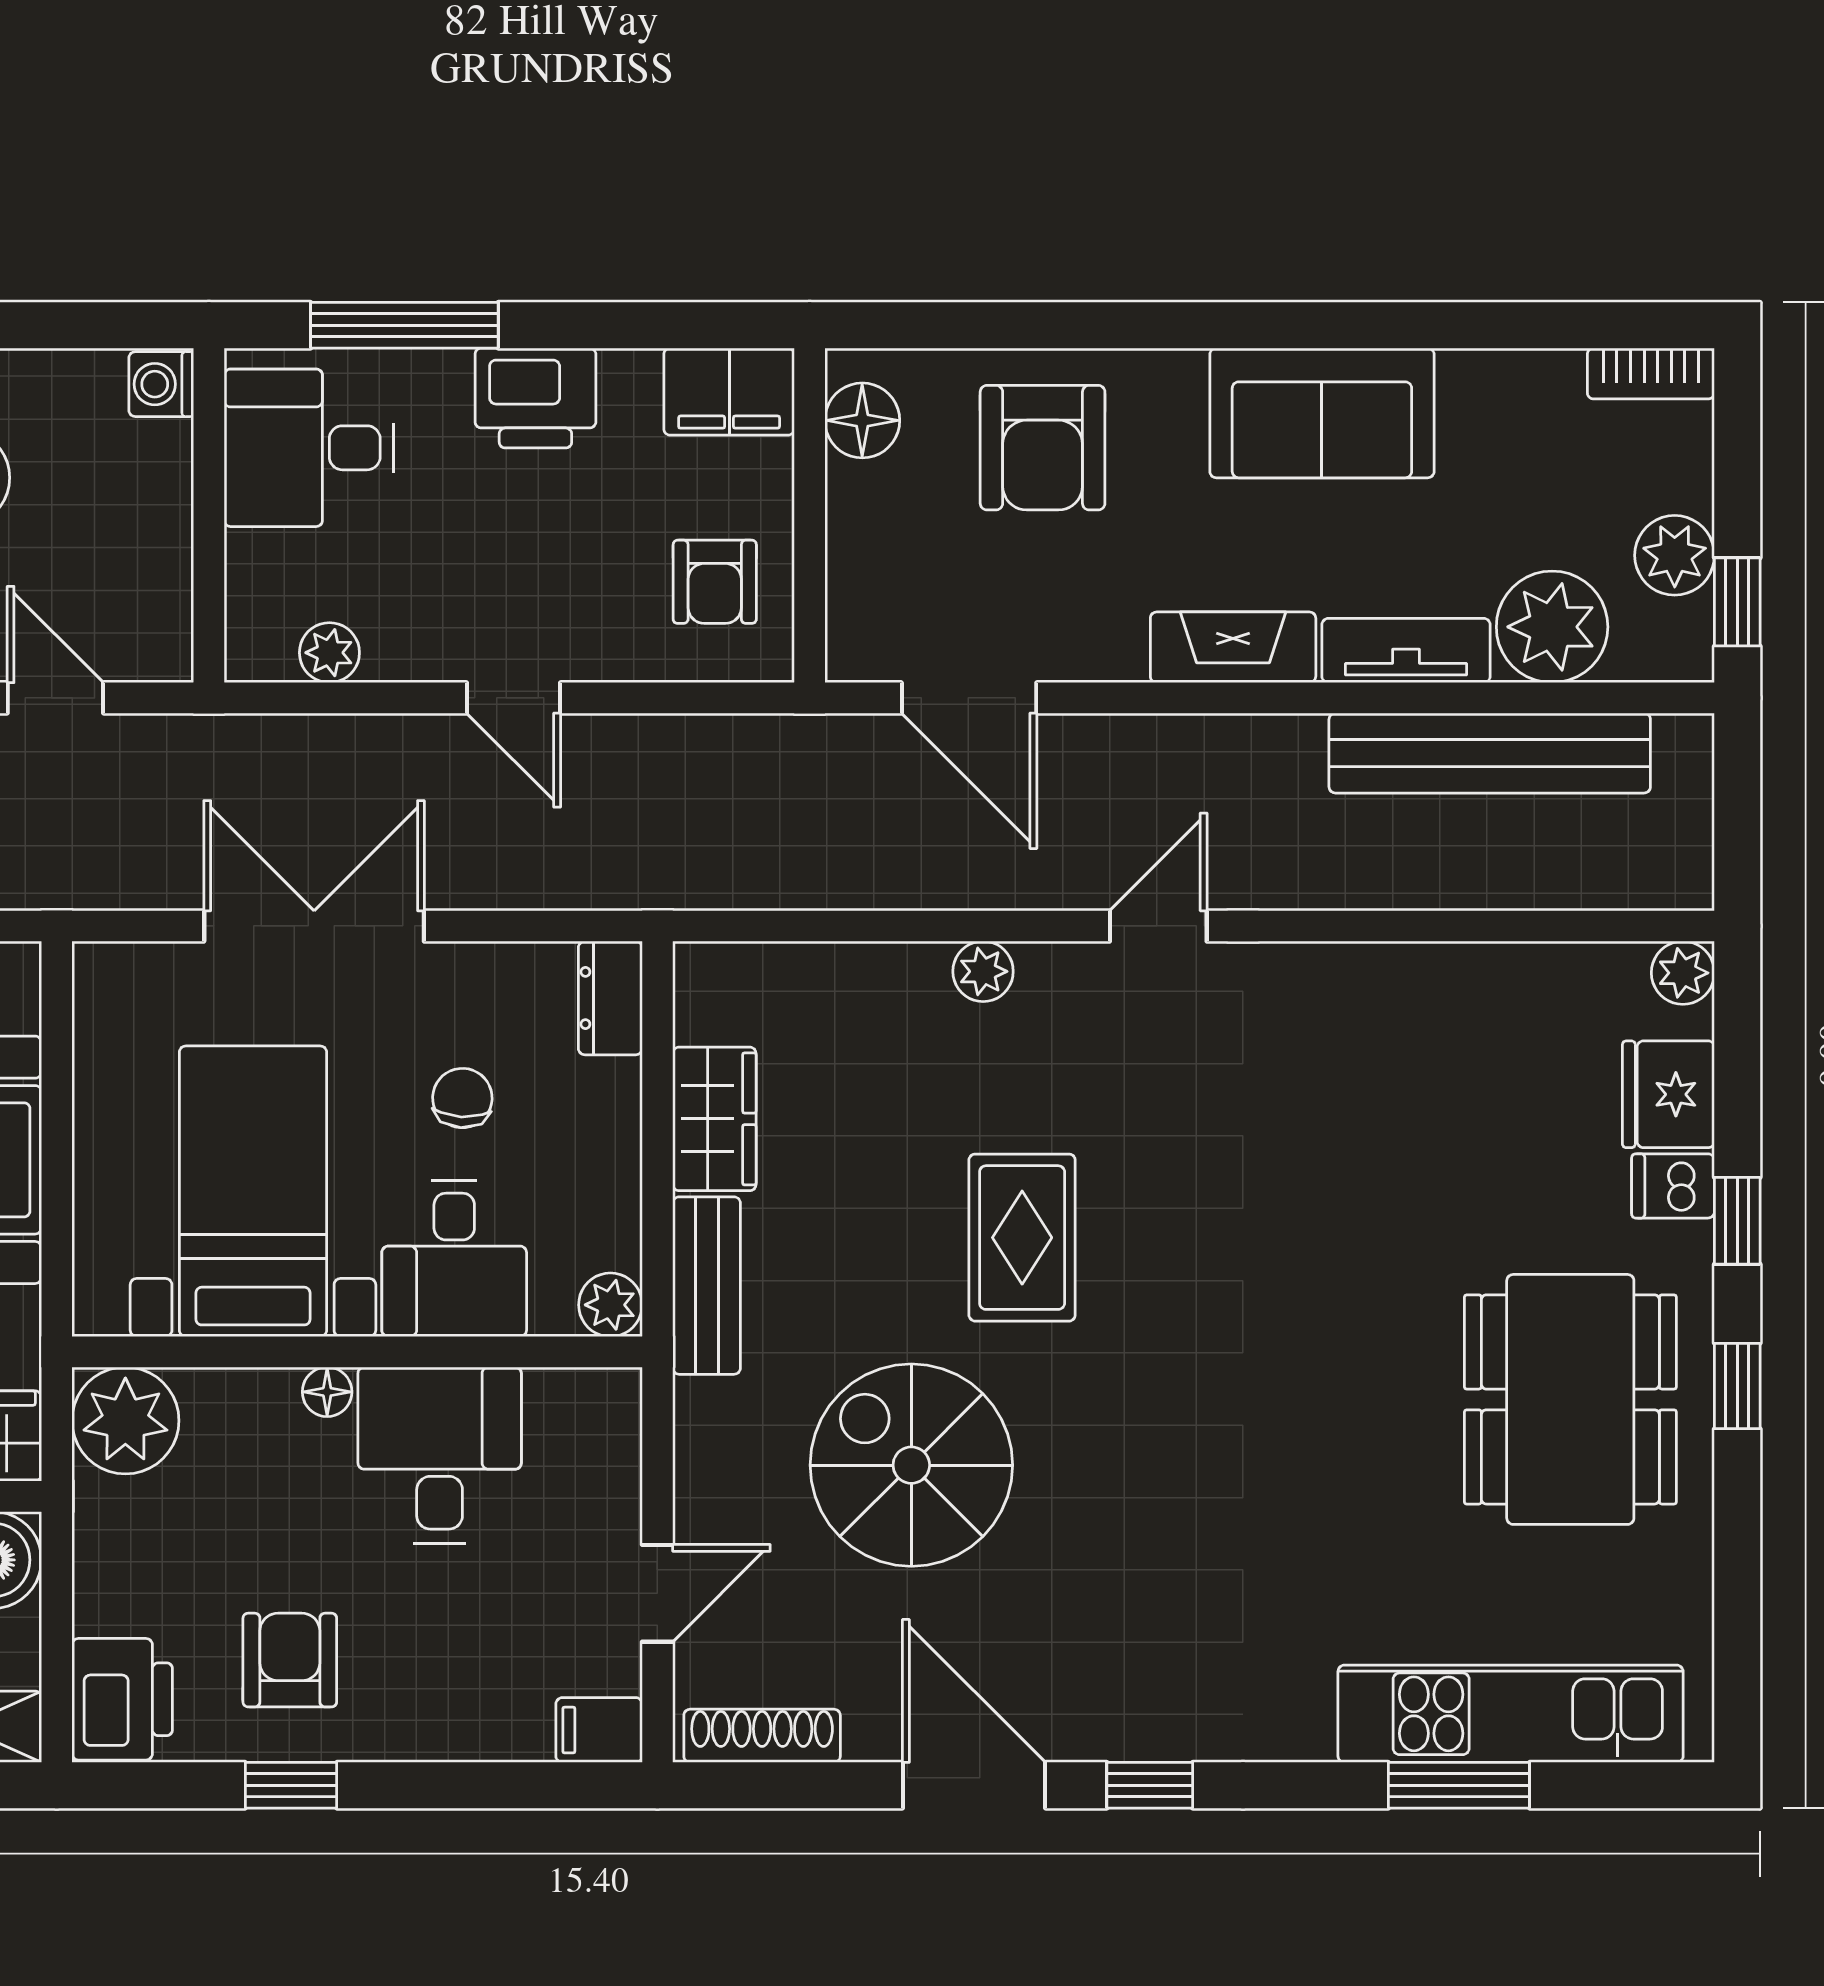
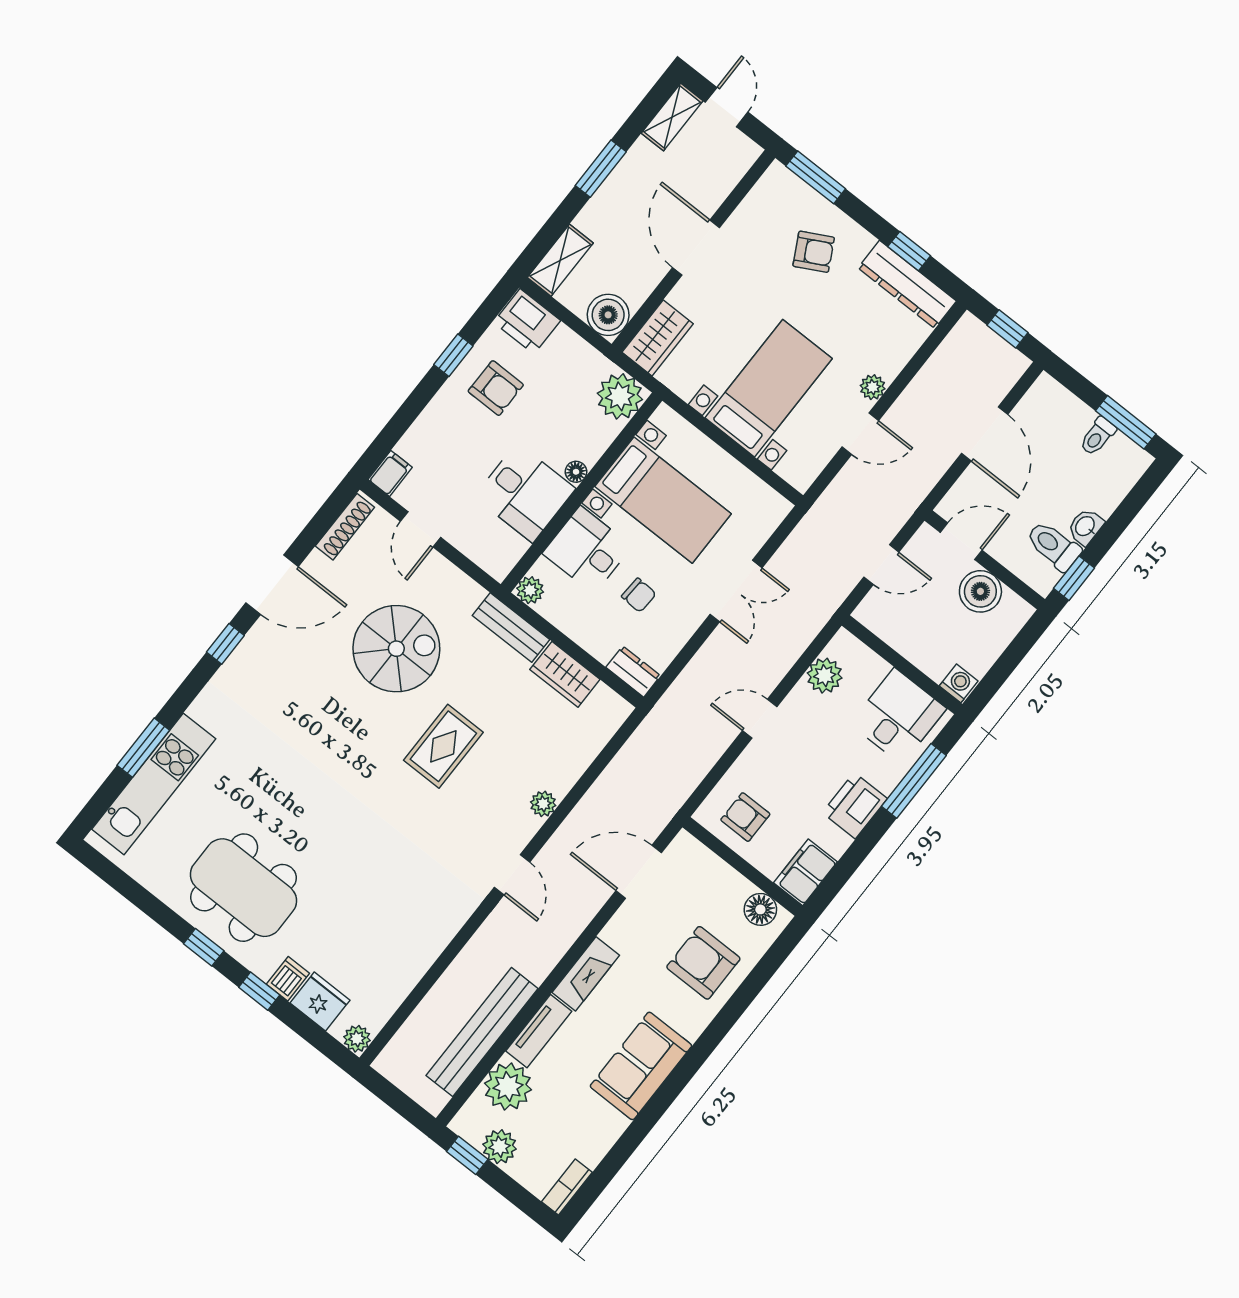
plant: (329, 653) -> (825, 676), width x1.38, depth x1.38
double door: (314, 926) -> (736, 591), width x0.73
rug: (1022, 1238) -> (443, 746), turned 90

